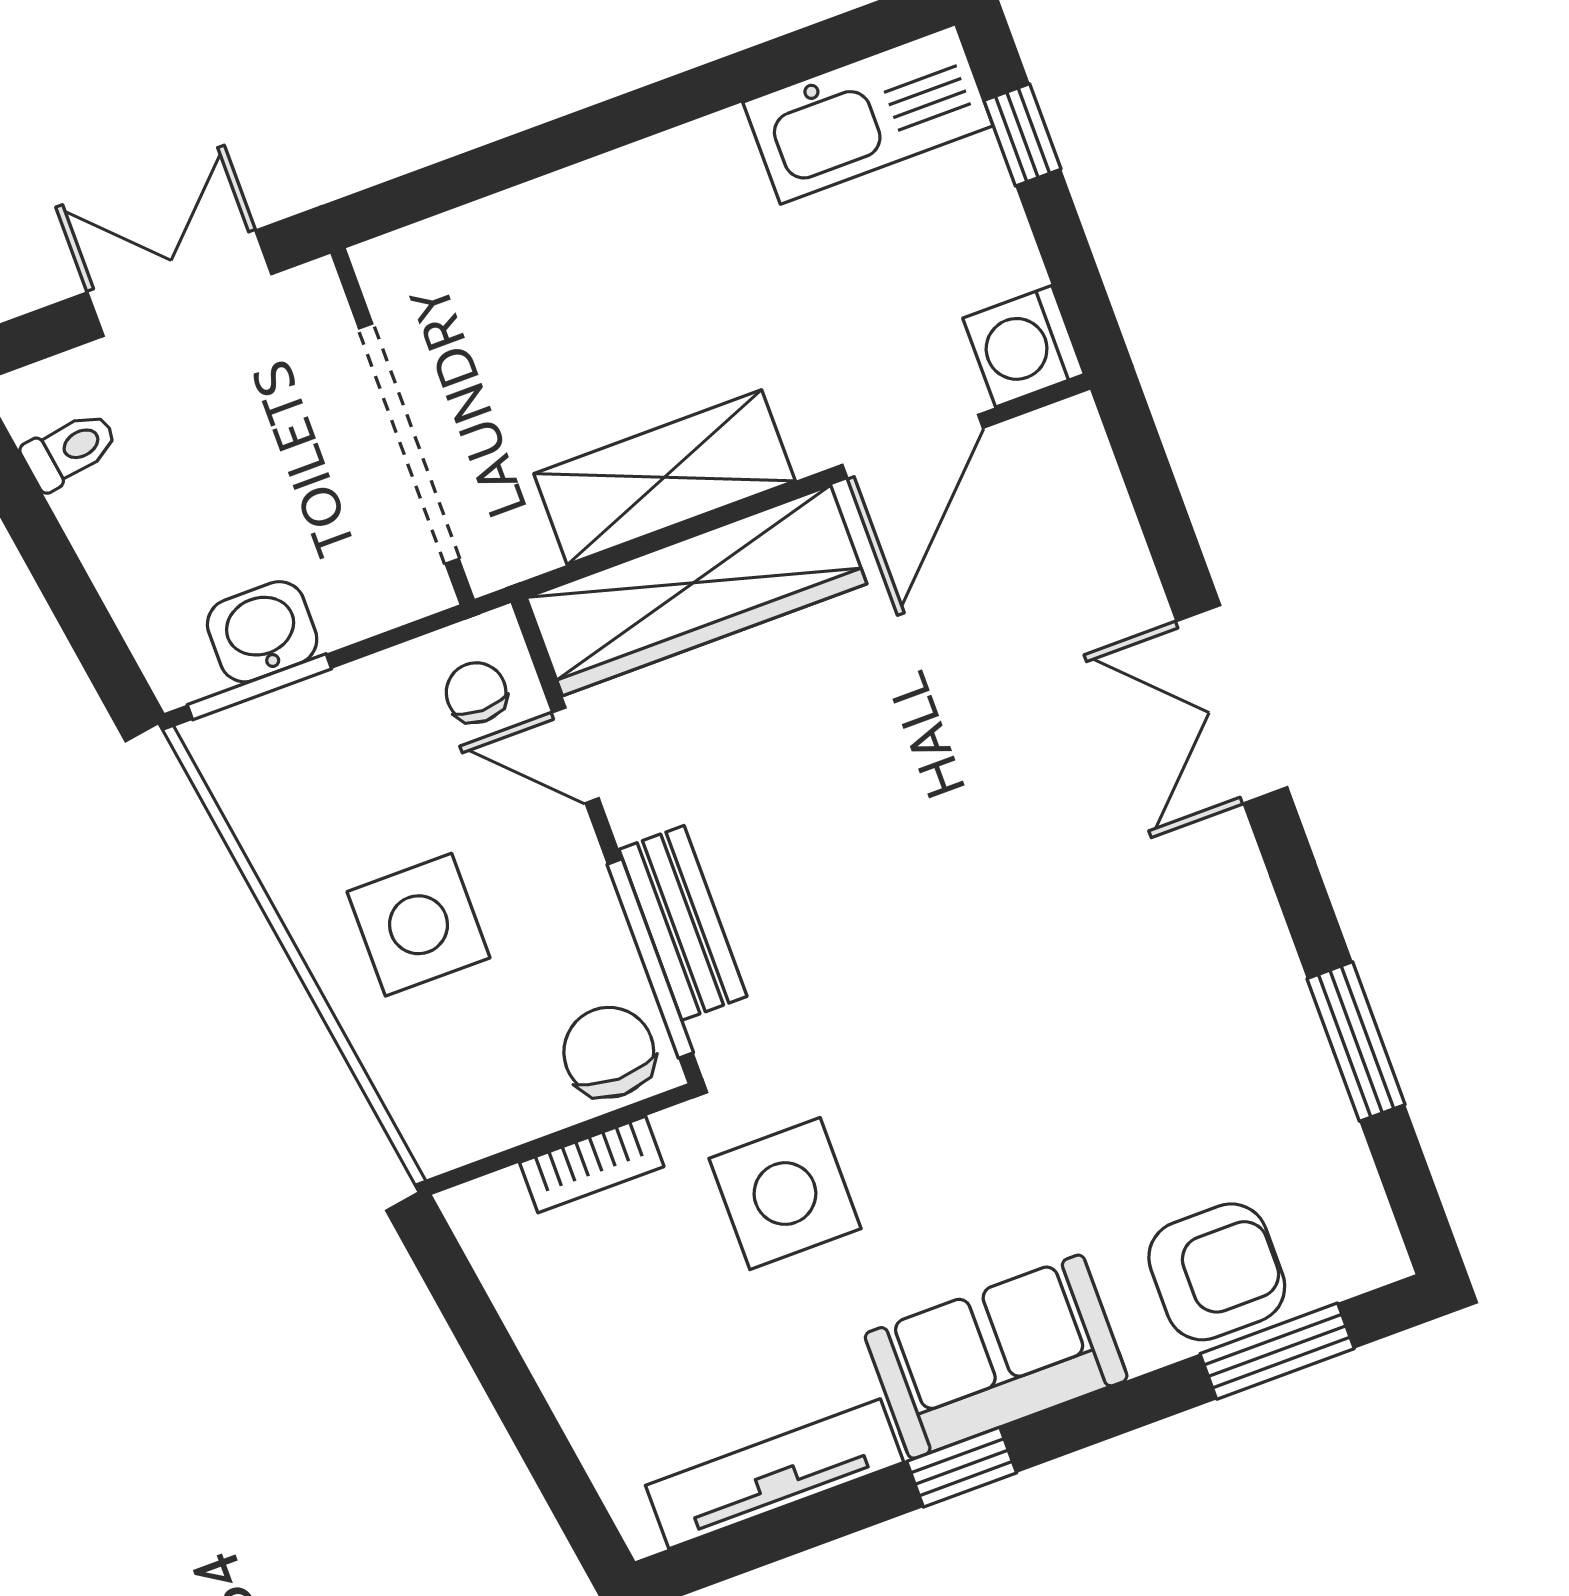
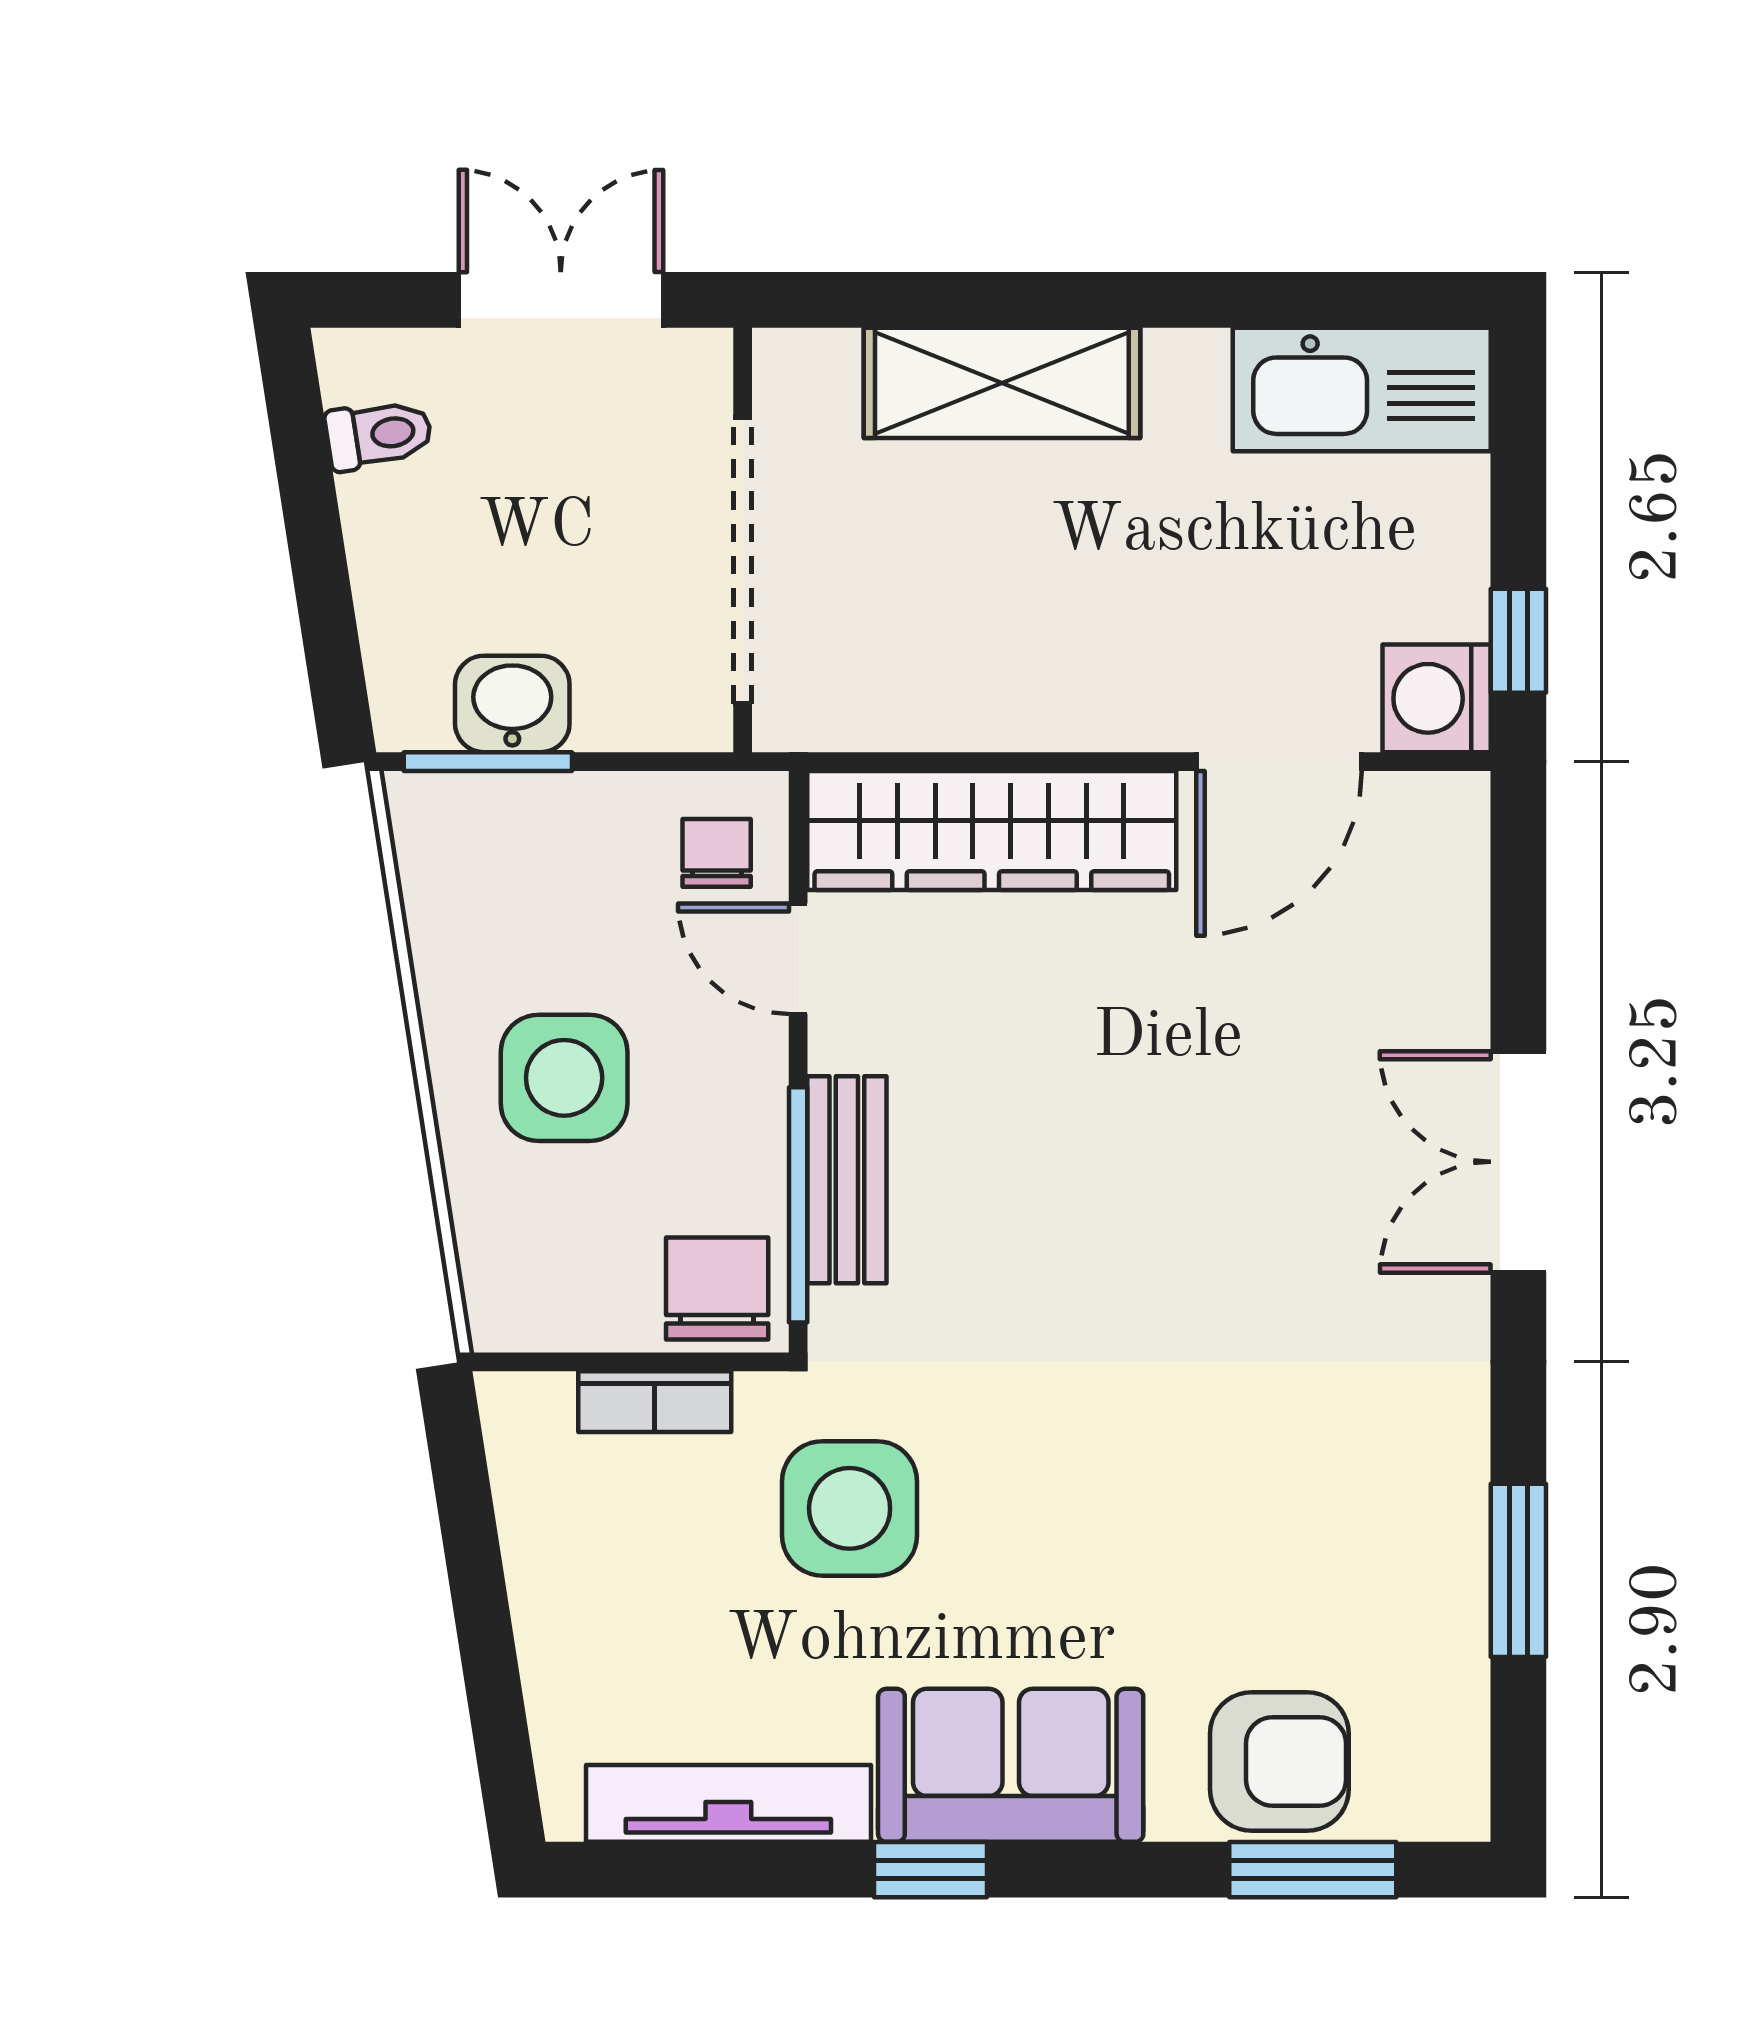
window: (1022, 135) -> (1518, 641), moved
shelving: (664, 477) -> (1002, 383), moved

